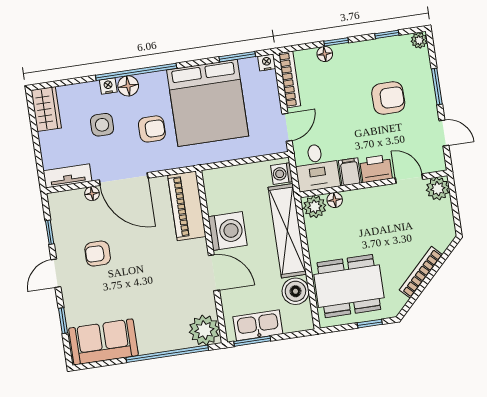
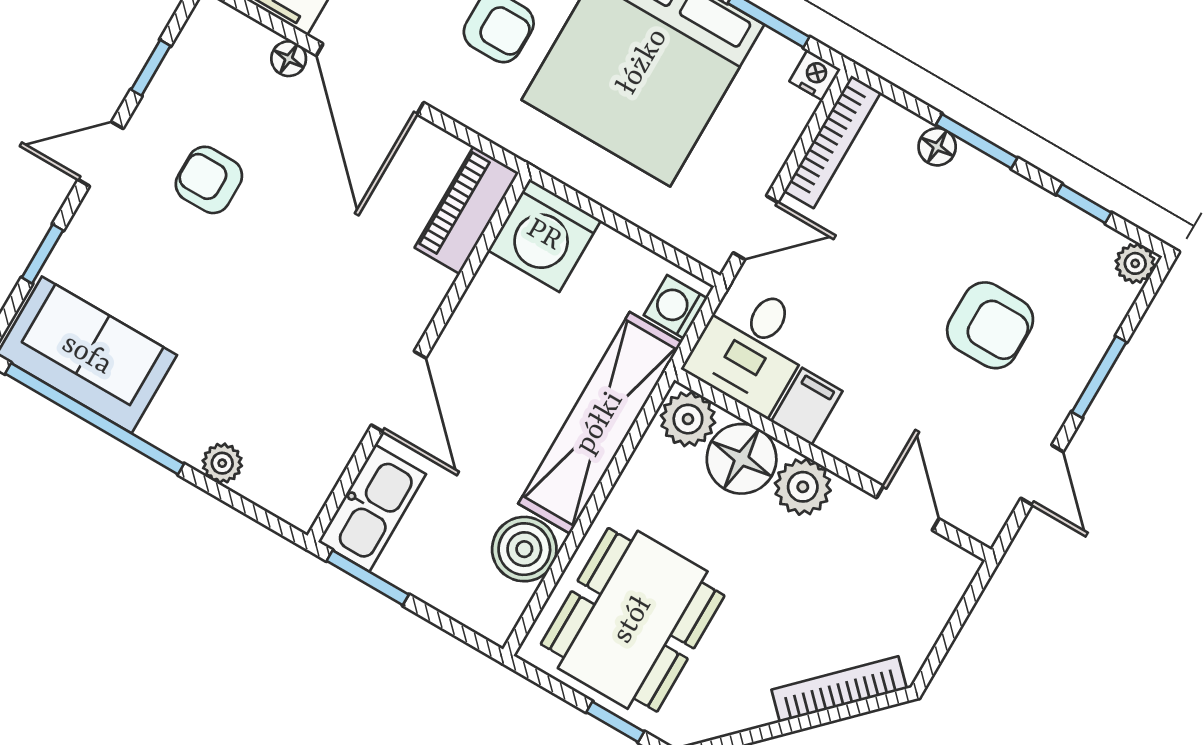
window: (336, 42) -> (977, 141), width x1.50
printer: (376, 169) -> (861, 440), removed
plant: (438, 189) -> (803, 487), moved
floor lamp: (335, 200) -> (742, 459), width x1.89, depth x1.89
piano: (187, 206) -> (467, 210), width x0.73, depth x0.75
washing machine: (228, 231) -> (544, 235), moved, turned 90
bookcase: (421, 272) -> (839, 689), moved
dining table: (349, 286) -> (633, 620), turned 90
kitchen sink: (258, 325) -> (372, 508), moved, turned 90
plant: (204, 330) -> (222, 463), moved, width x0.53, depth x0.53
window: (167, 354) -> (95, 419), moved

